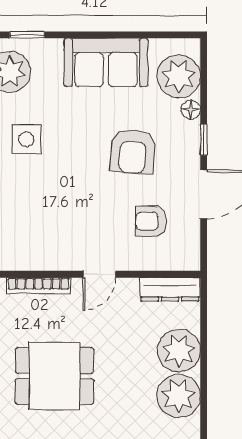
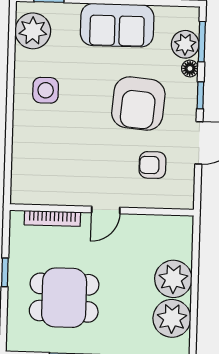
plant: (179, 76) -> (185, 44), width x0.73, depth x0.73
window: (204, 78) -> (202, 42), added
armchair: (133, 151) -> (138, 103), width x1.36, depth x1.36
dresser: (170, 289) -> (167, 225), removed

